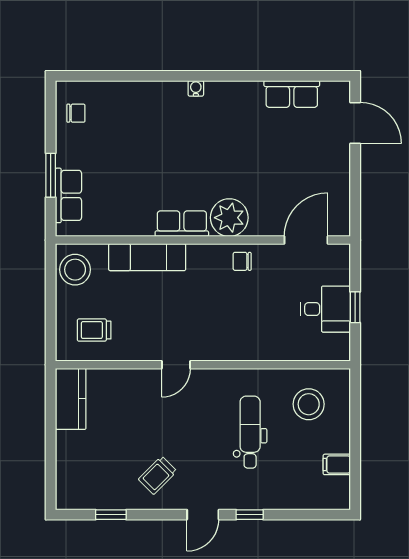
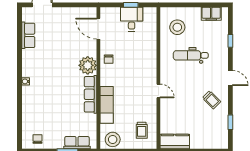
row of seats: (182, 224) -> (91, 94), width x1.48
filing cabinet: (337, 464) -> (211, 14), width x2.00
window: (250, 515) -> (230, 41), moved

